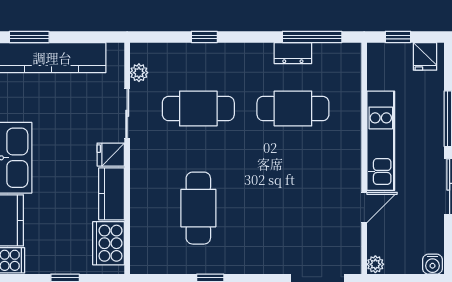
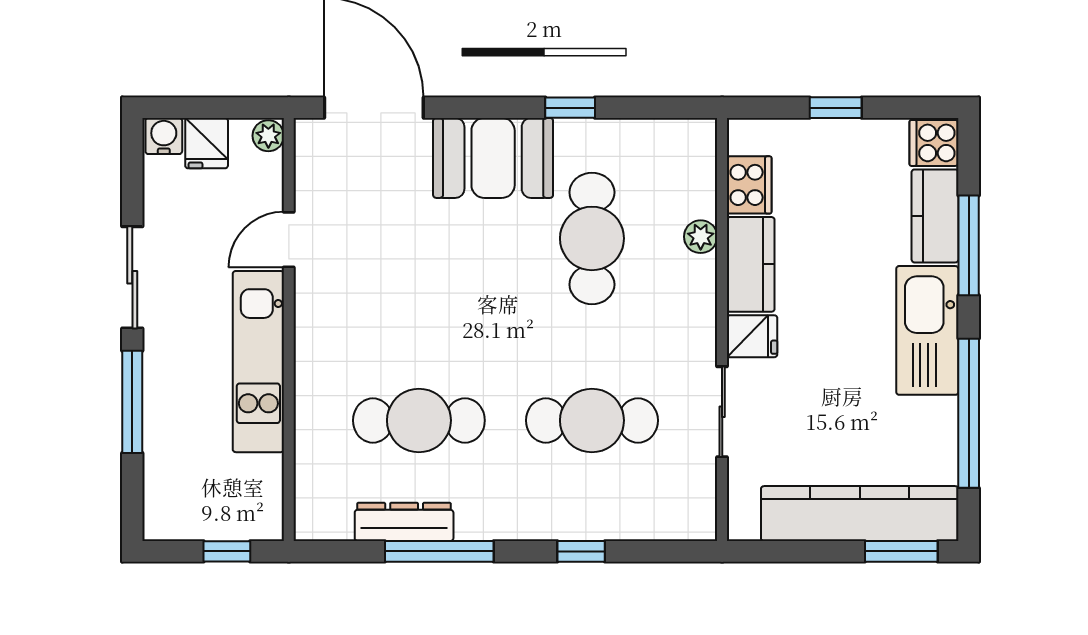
window: (312, 37) -> (439, 551), moved
dresser: (293, 53) -> (404, 522), width x1.44
fridge: (425, 56) -> (207, 143), moved, turned 180
plant: (139, 73) -> (701, 237), moved
cooker: (109, 243) -> (749, 185), width x0.73, depth x0.76
booth: (252, 252) -> (493, 158), added

